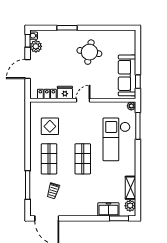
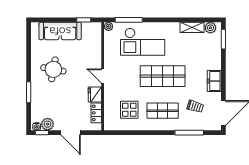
sofa: (127, 75) -> (60, 31), moved
shop shelf: (83, 159) -> (163, 76), width x1.43, depth x1.36
freezer: (108, 209) -> (214, 81), moved

